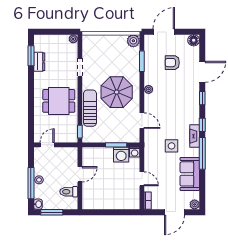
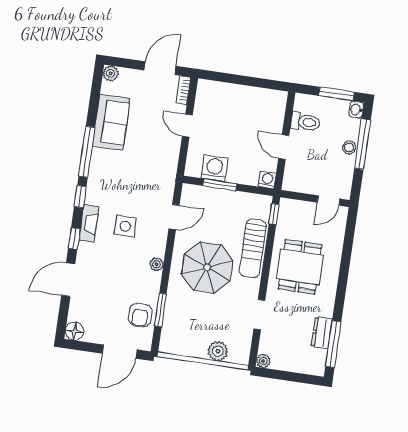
plant: (133, 41) -> (218, 351), moved
window: (31, 56) -> (333, 344), width x1.44
armchair: (172, 63) -> (140, 315), moved, turned 90
dining table: (59, 101) -> (300, 267), turned 90
door: (142, 121) -> (174, 217), swing flipped
fireplace: (195, 136) -> (89, 223), moved
side table: (172, 146) -> (125, 226), moved
washing machine: (135, 152) -> (267, 180), moved
door: (80, 174) -> (284, 147), hinge flipped
door: (175, 212) -> (160, 68), moved

